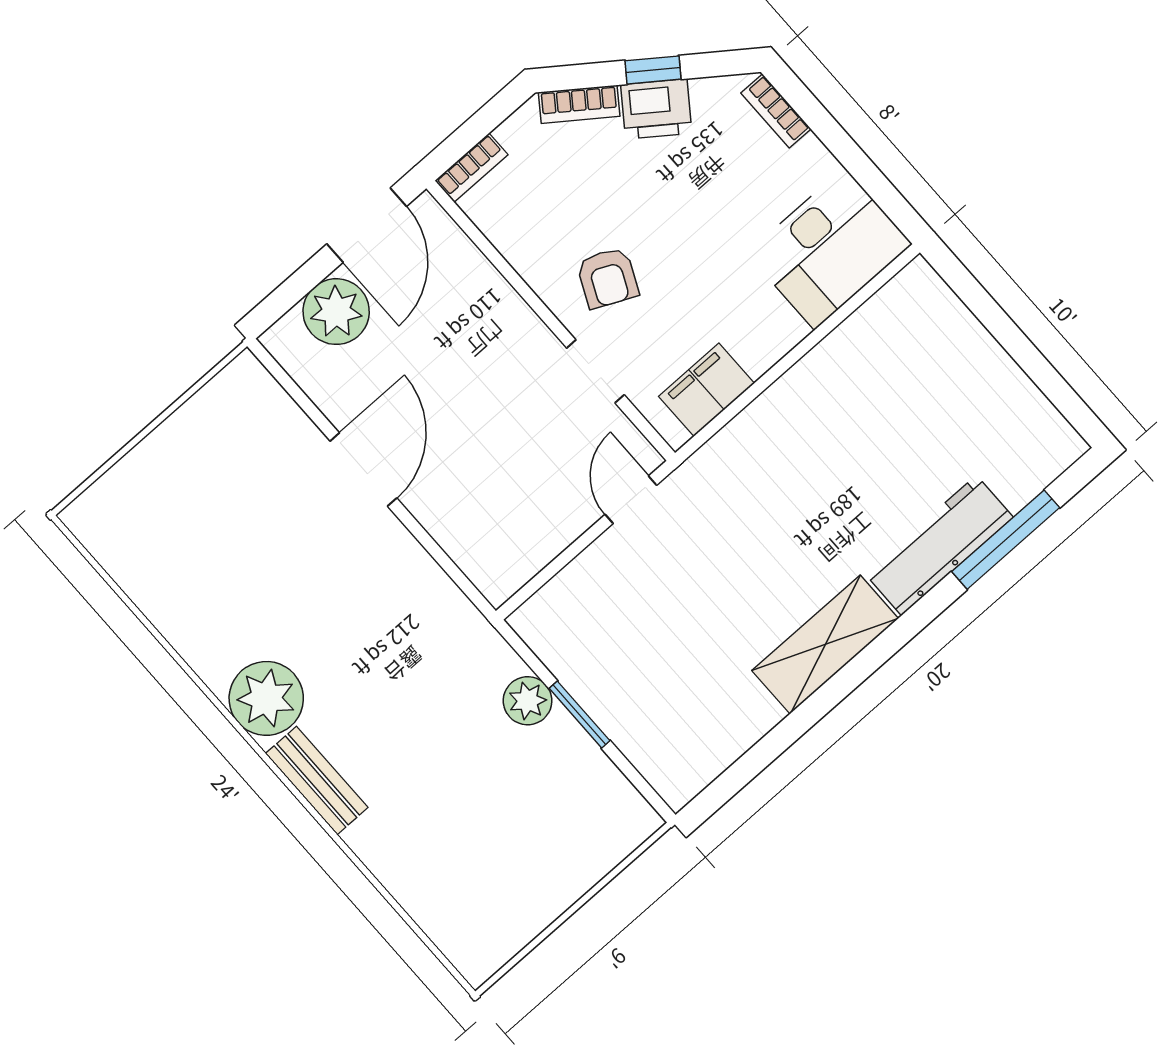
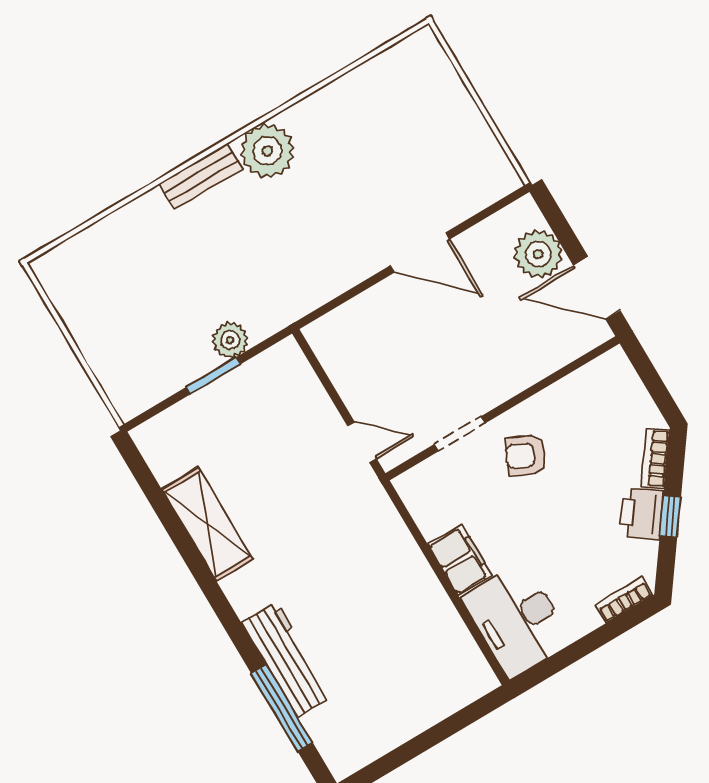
bookcase: (471, 168) -> (624, 372), removed
filing cabinet: (707, 390) -> (460, 560), moved
shelving: (825, 645) -> (207, 524), moved

